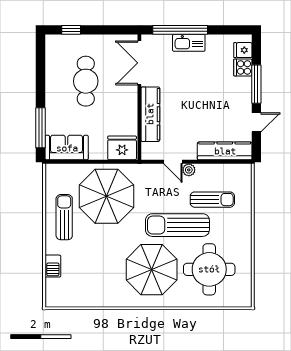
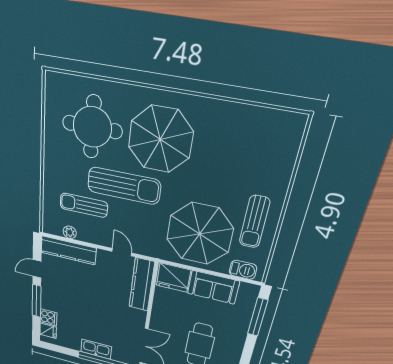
kitchen counter: (150, 114) -> (142, 285), moved
sofa: (67, 148) -> (213, 287), moved
plant: (189, 170) -> (70, 232), moved
barbecue: (53, 266) -> (243, 270), moved, turned 90

